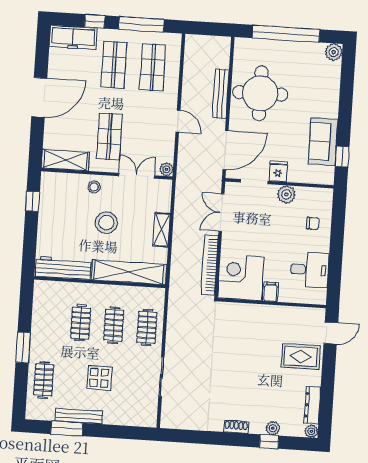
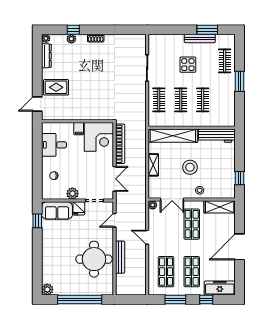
window: (141, 24) -> (175, 300), width x0.69
sofa: (323, 142) -> (57, 211), moved, turned 90
door: (226, 150) -> (114, 220), width x0.53

